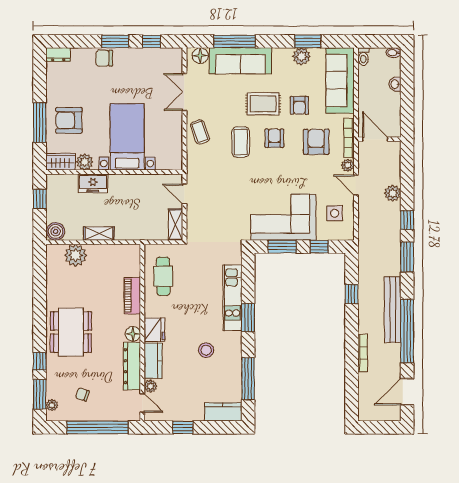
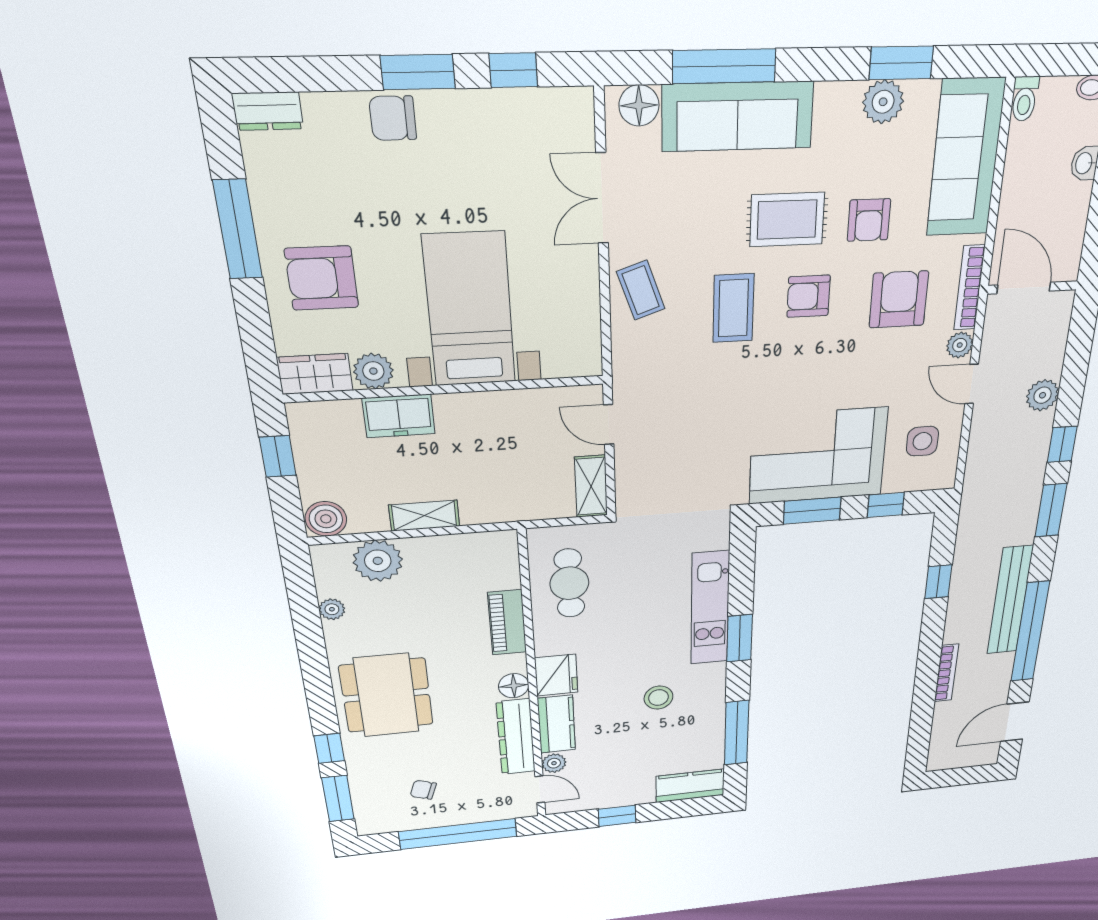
window: (40, 123) -> (238, 230), moved
armchair: (274, 138) -> (808, 296), turned -90
plant: (52, 405) -> (332, 609), moved

